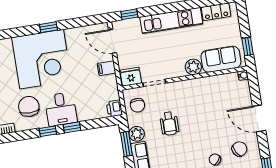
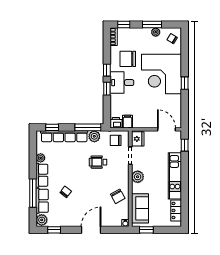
door: (112, 41) -> (166, 129), hinge flipped
plant: (193, 67) -> (138, 177), moved
filing cabinet: (107, 68) -> (128, 122), moved
chair: (29, 106) -> (128, 59), turned 180
window: (126, 144) -> (88, 127), width x1.44
chair: (239, 149) -> (118, 196), moved

